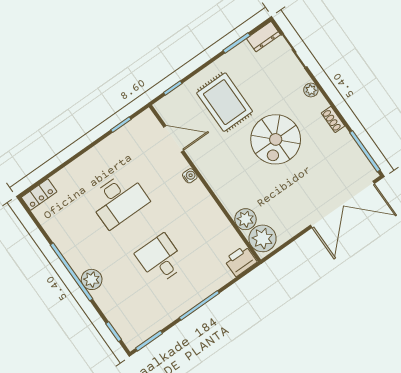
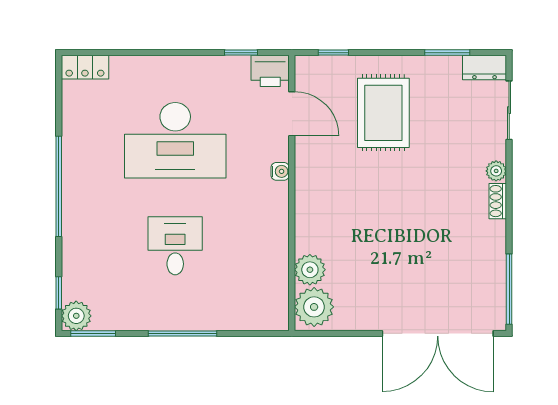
shoe rack: (333, 119) -> (498, 201), moved
spiral stairs: (276, 139) -> (413, 200), removed
desk: (119, 200) -> (175, 140), width x1.36, depth x1.30
printer: (240, 261) -> (270, 71), moved, turned 180
plant: (92, 279) -> (76, 316), moved

